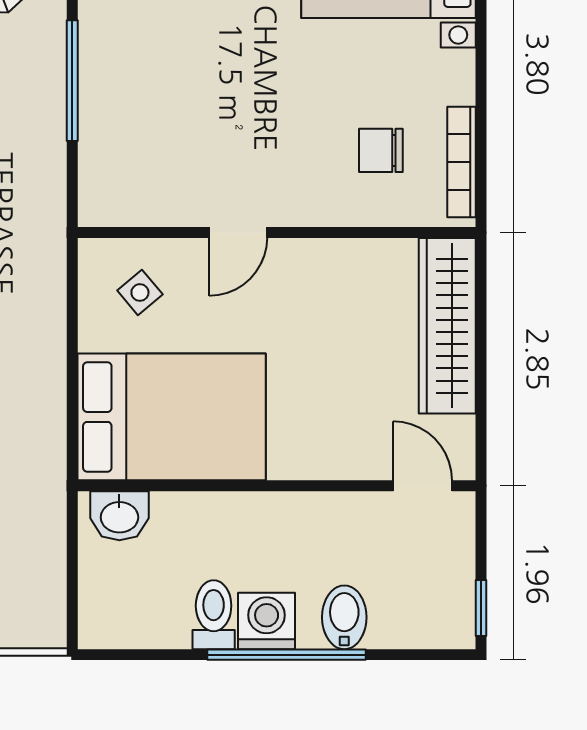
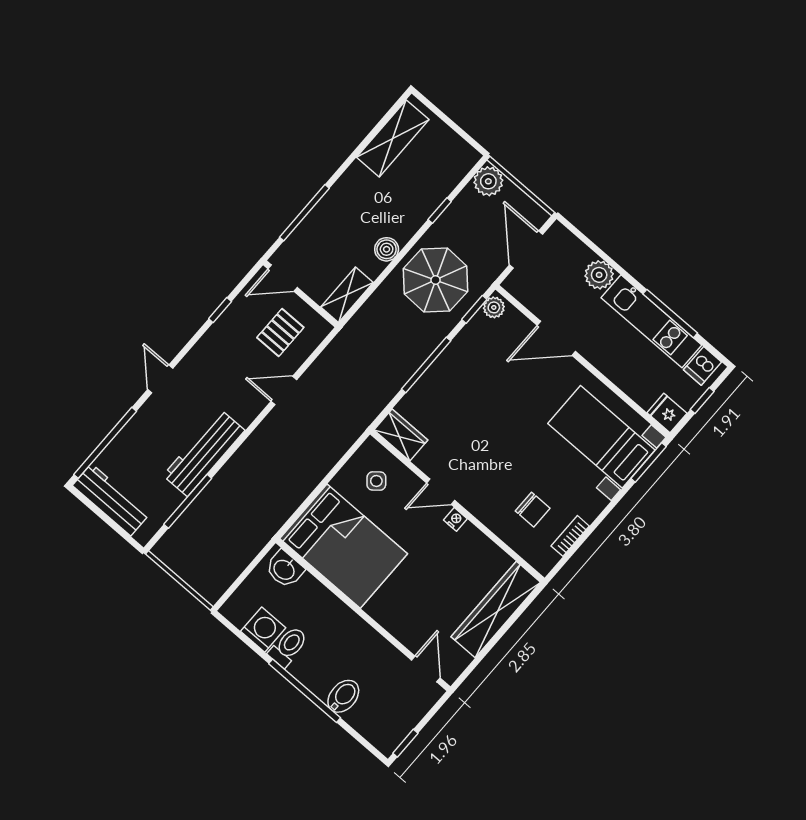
chair: (381, 150) -> (533, 510), turned 180
bookcase: (462, 162) -> (570, 536), width x0.64
wardrobe: (120, 203) -> (401, 435), added
nightstand: (290, 252) -> (455, 519), added
washing machine: (267, 621) -> (263, 630), moved

